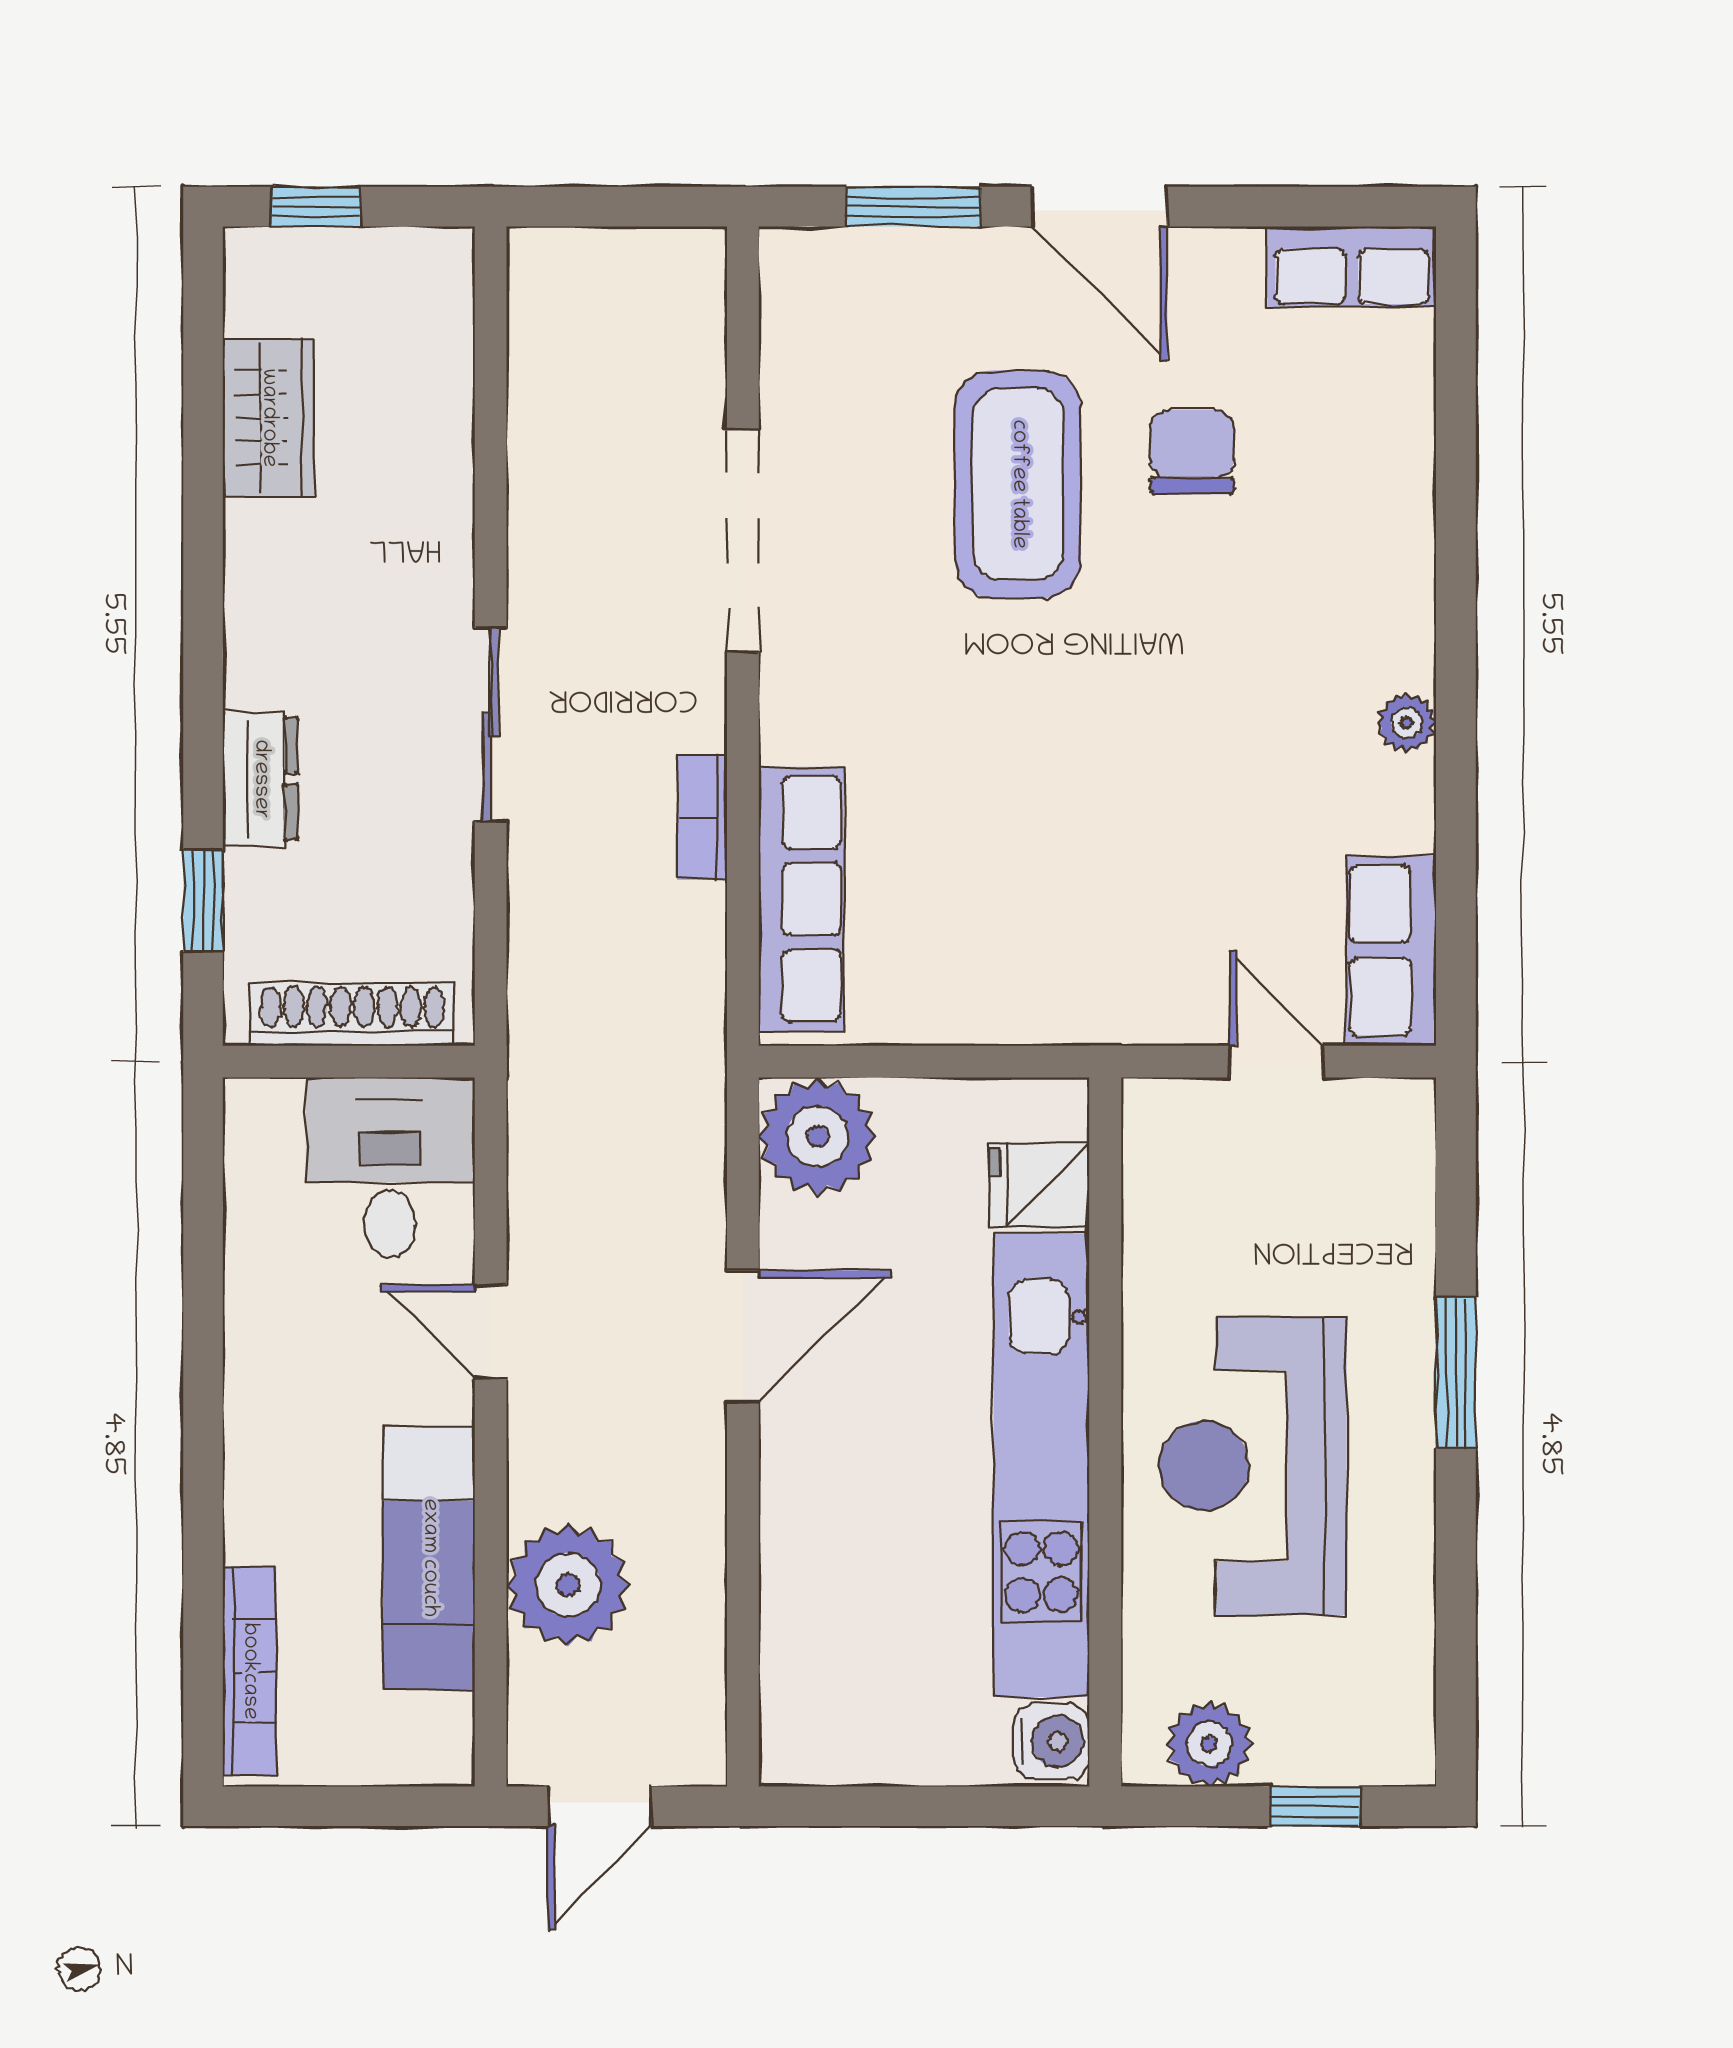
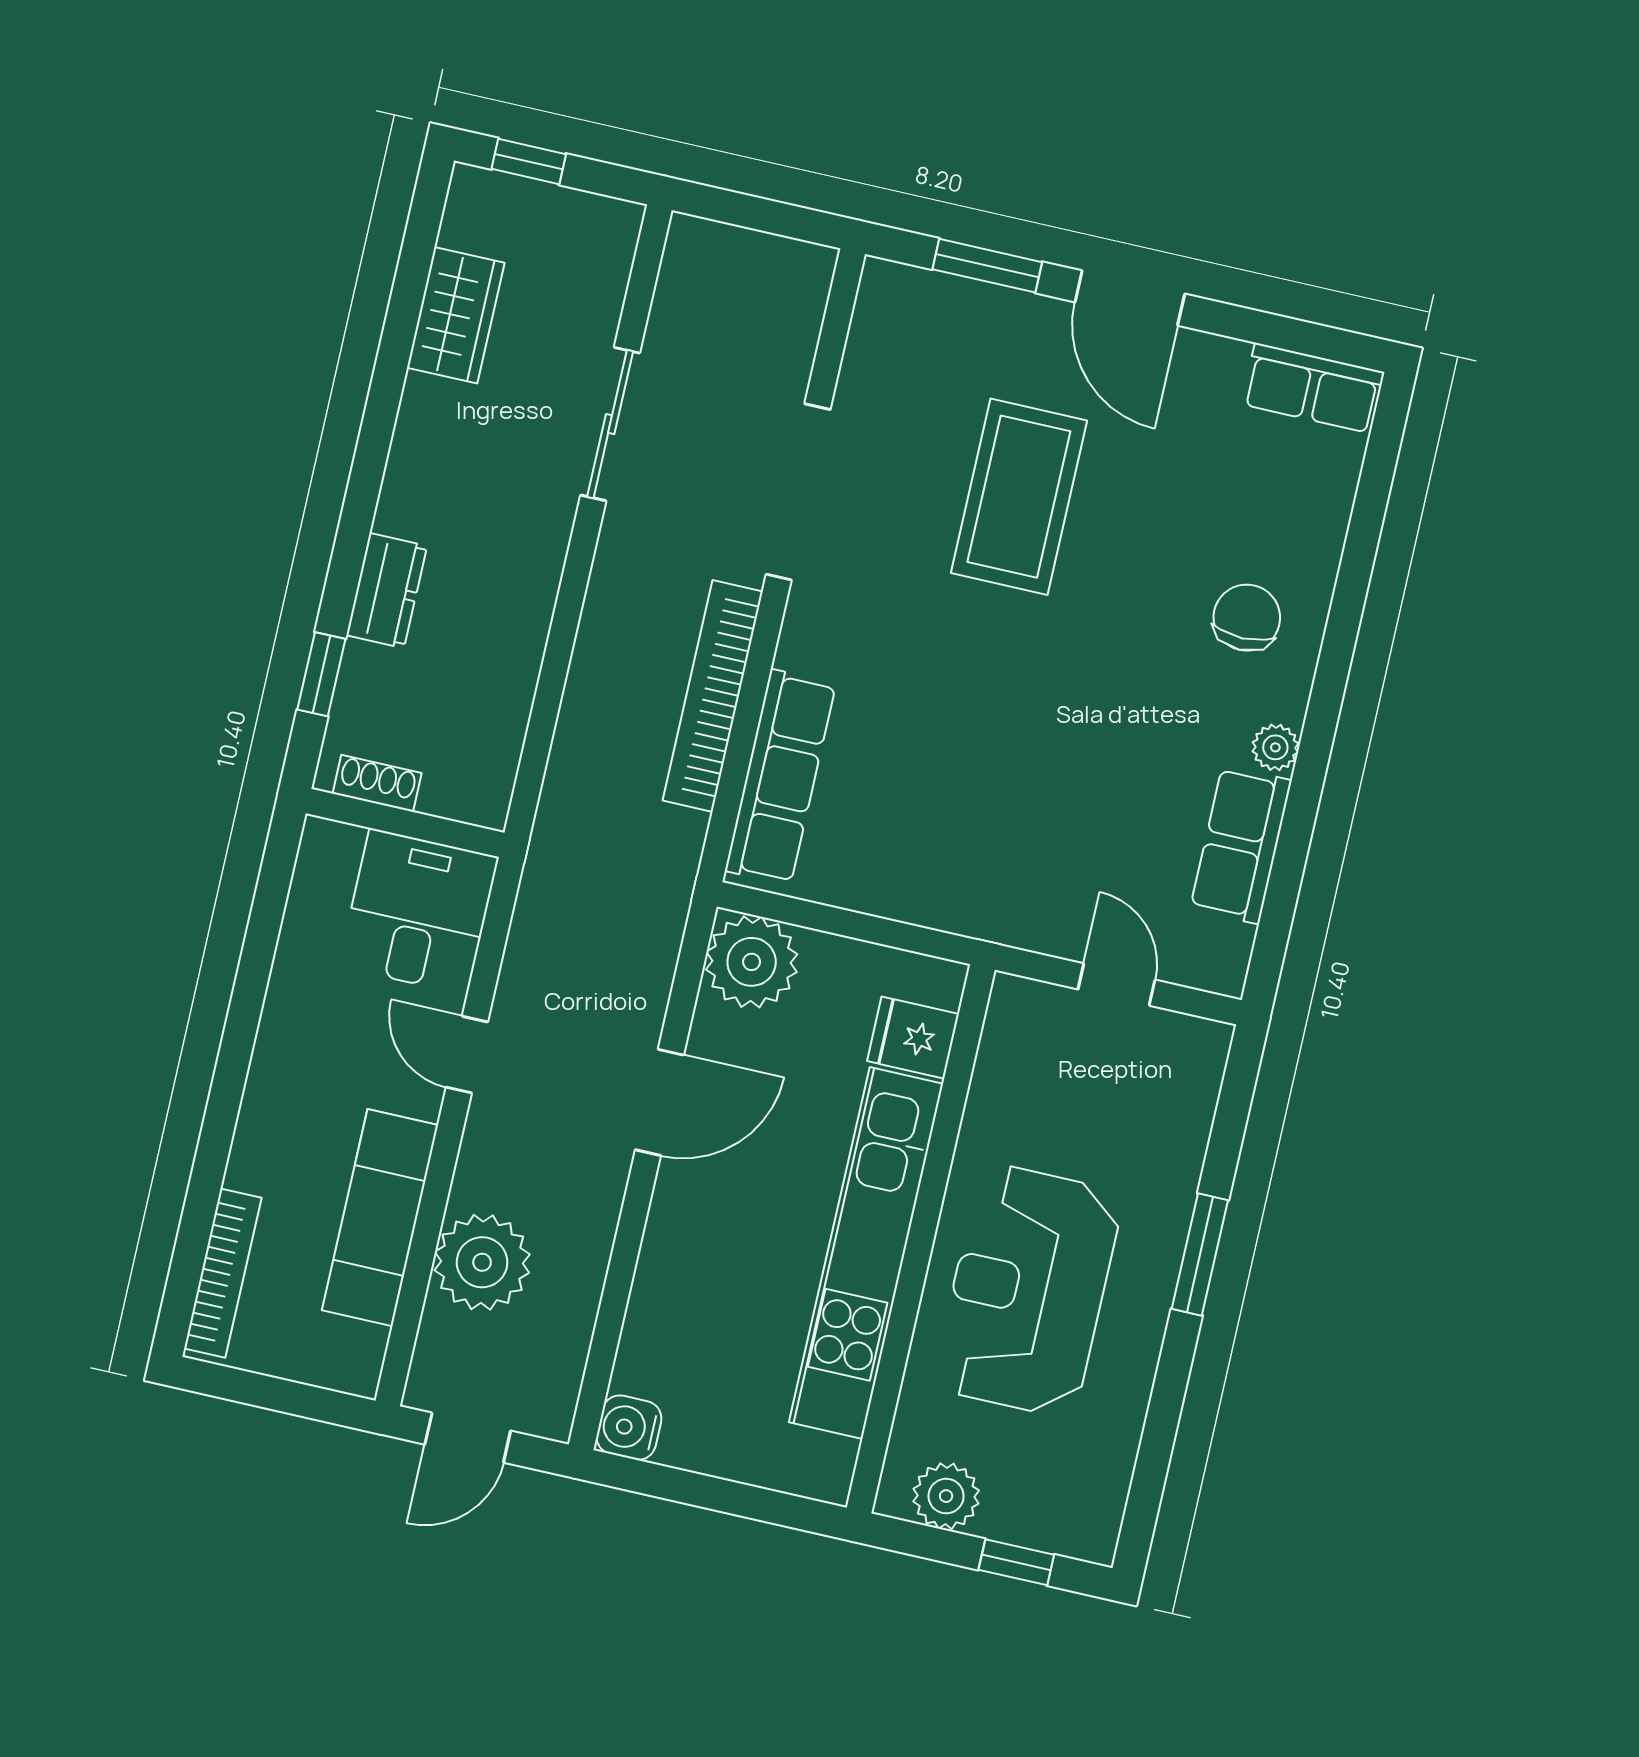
chair: (1192, 452) -> (1247, 618), moved
sliding door: (491, 725) -> (610, 424), moved
bookcase: (702, 818) -> (713, 696), width x2.31, depth x1.31
row of seats: (1391, 950) -> (1241, 845), moved
shoe rack: (352, 1014) -> (377, 783), width x0.51, depth x0.81
water cooler: (1051, 1741) -> (629, 1428), moved, turned 180

